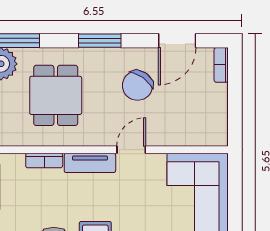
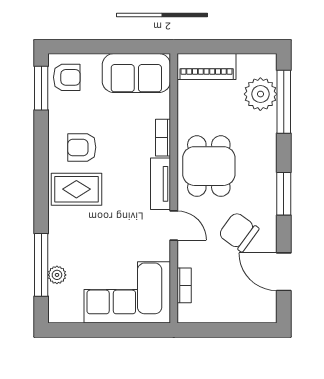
bookcase: (221, 65) -> (184, 285), moved, turned 90
dining table: (56, 95) -> (209, 166), moved, turned 90

